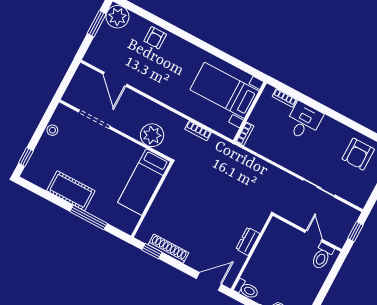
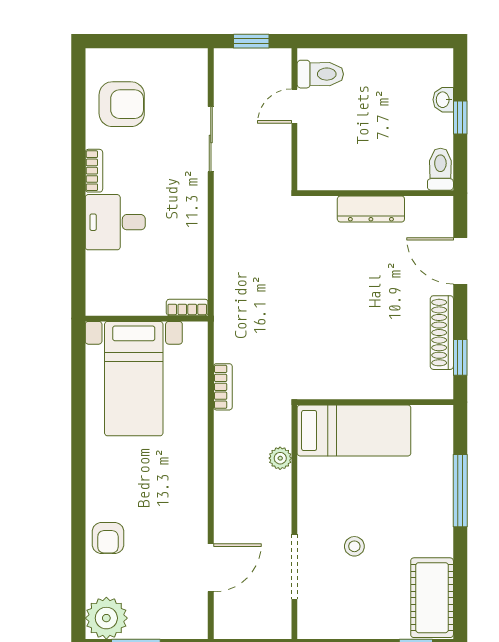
armchair: (155, 38) -> (108, 538), turned 90
bookcase: (285, 98) -> (94, 171), moved
stool: (52, 130) -> (354, 546), moved
plant: (152, 135) -> (280, 458), width x0.53, depth x0.53
cot: (71, 191) -> (432, 598), moved
dresser: (248, 241) -> (371, 209), width x1.44
door: (209, 281) -> (460, 261), moved

